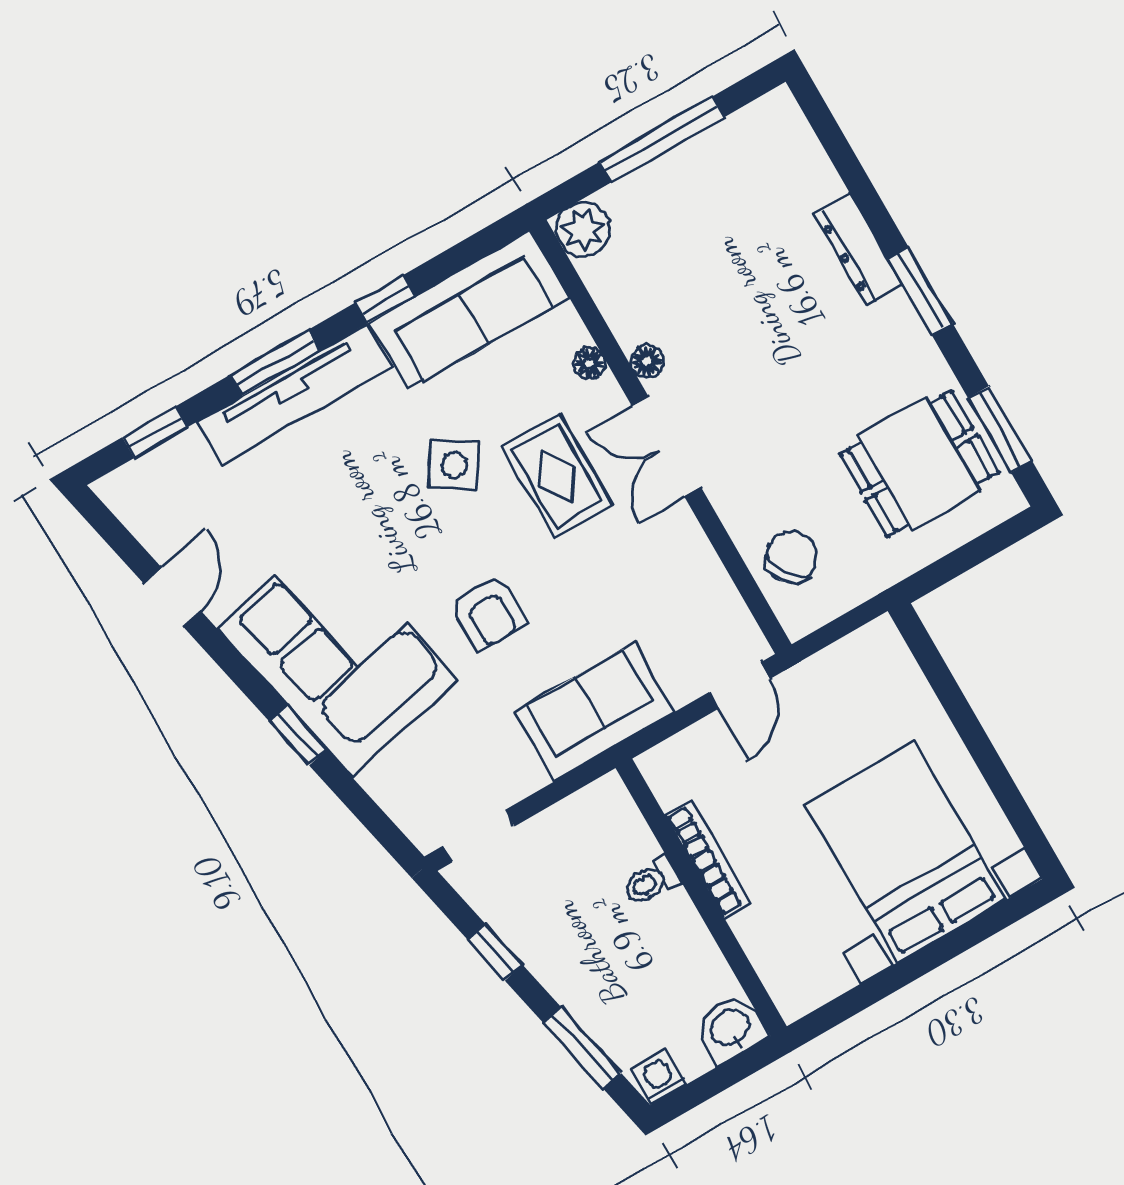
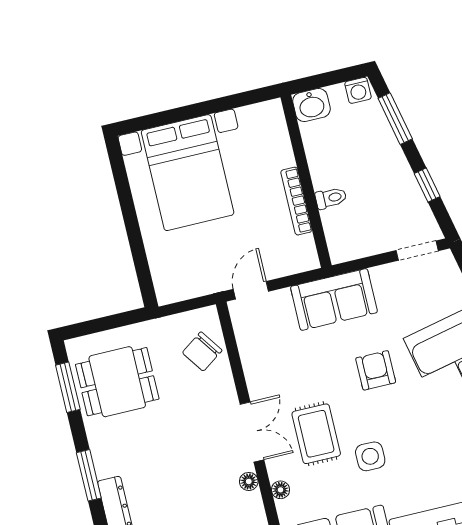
side table: (454, 465) -> (370, 456), turned -33

